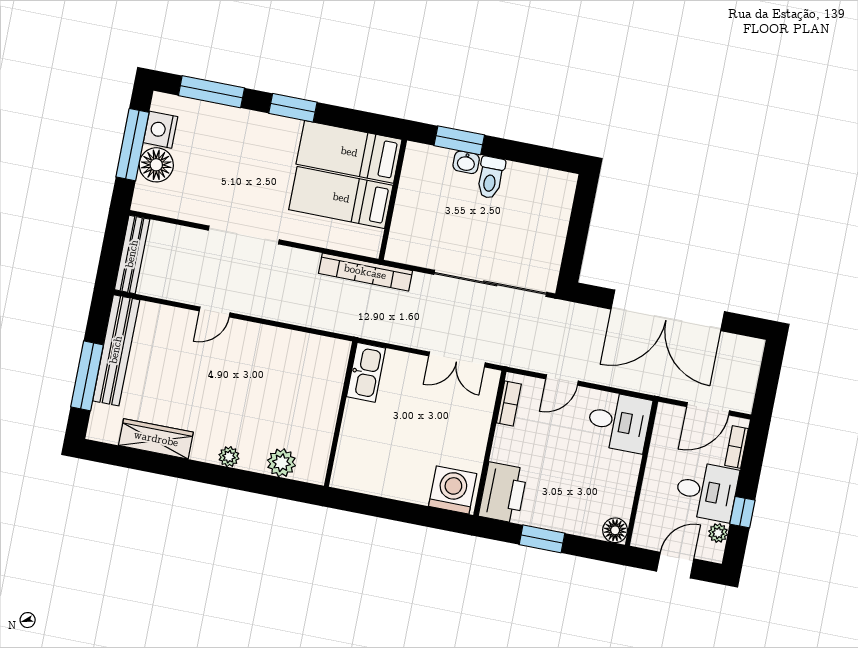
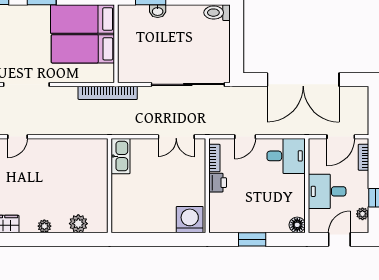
toilet: (491, 178) -> (217, 13), moved, turned 90
desk: (706, 491) -> (327, 191), moved, turned 180
printer: (503, 493) -> (218, 183), moved, width x0.53, depth x0.68

